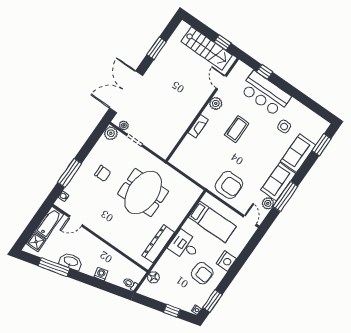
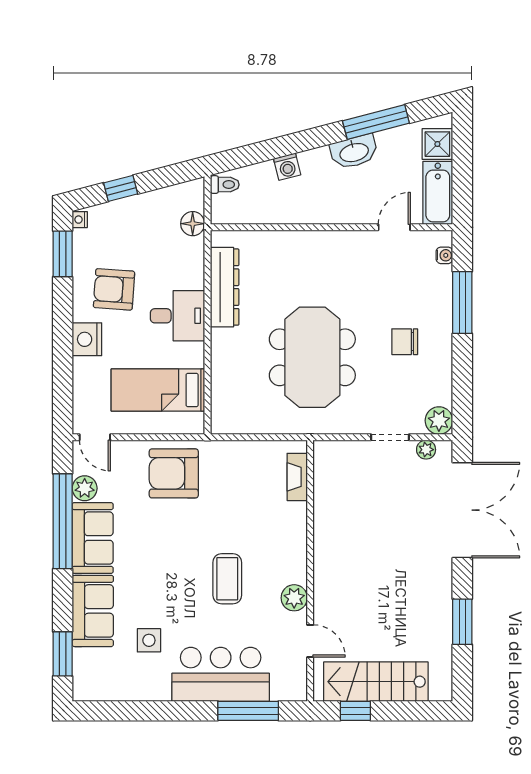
window: (265, 72) -> (248, 711), width x2.17
fireplace: (198, 126) -> (297, 477), moved
window: (285, 196) -> (63, 521), width x1.46

